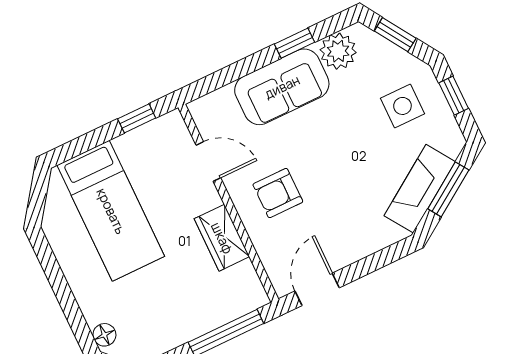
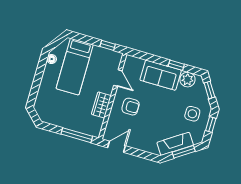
armchair: (278, 193) -> (131, 107), turned 180
floor lamp: (104, 335) -> (52, 59), moved

